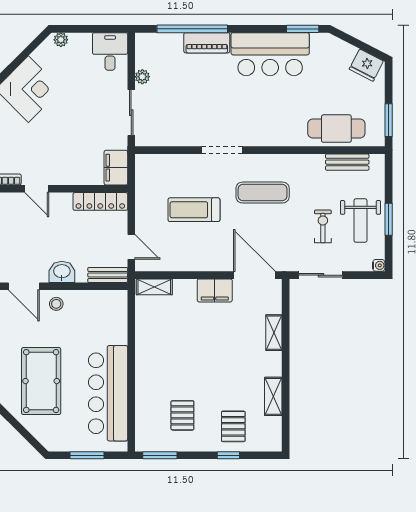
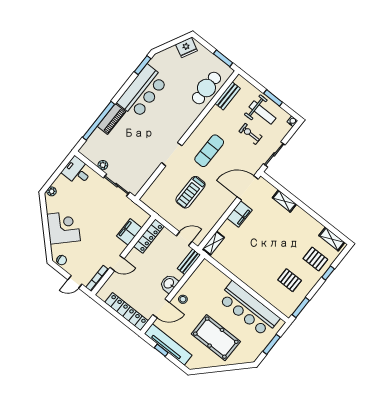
filing cabinet: (116, 168) -> (129, 232), moved, turned 90
shelving: (273, 396) -> (332, 239), moved

